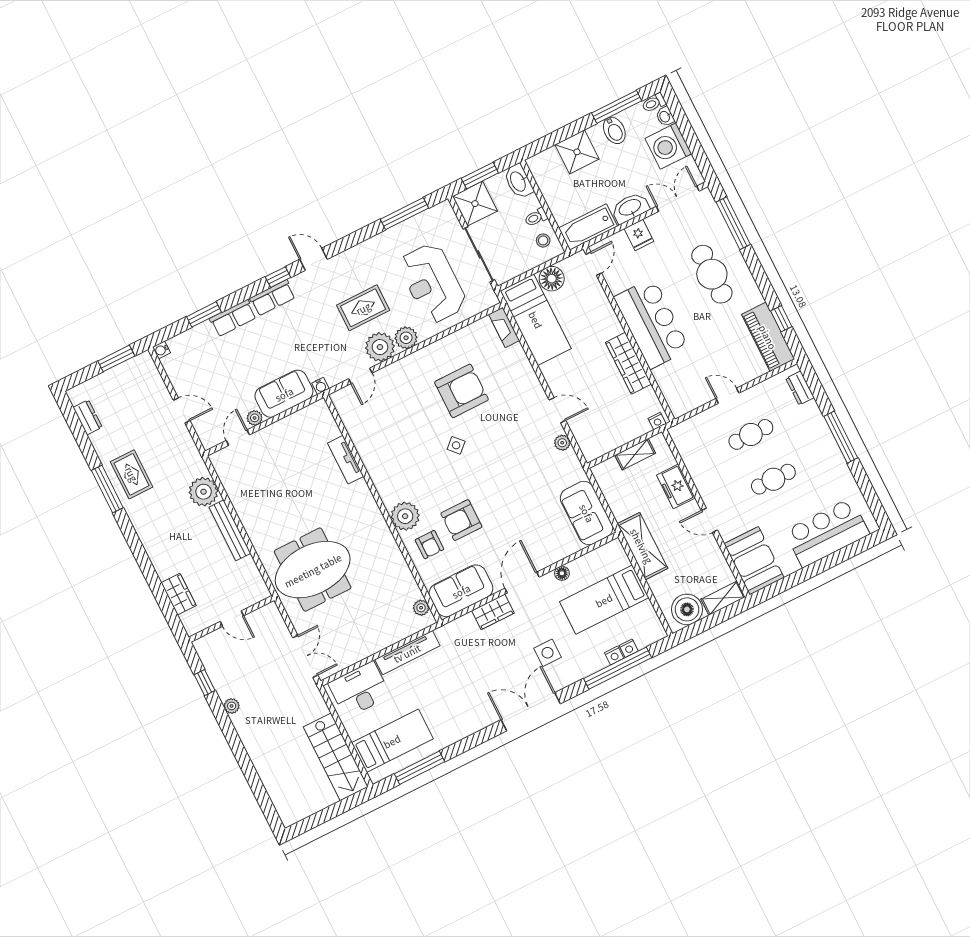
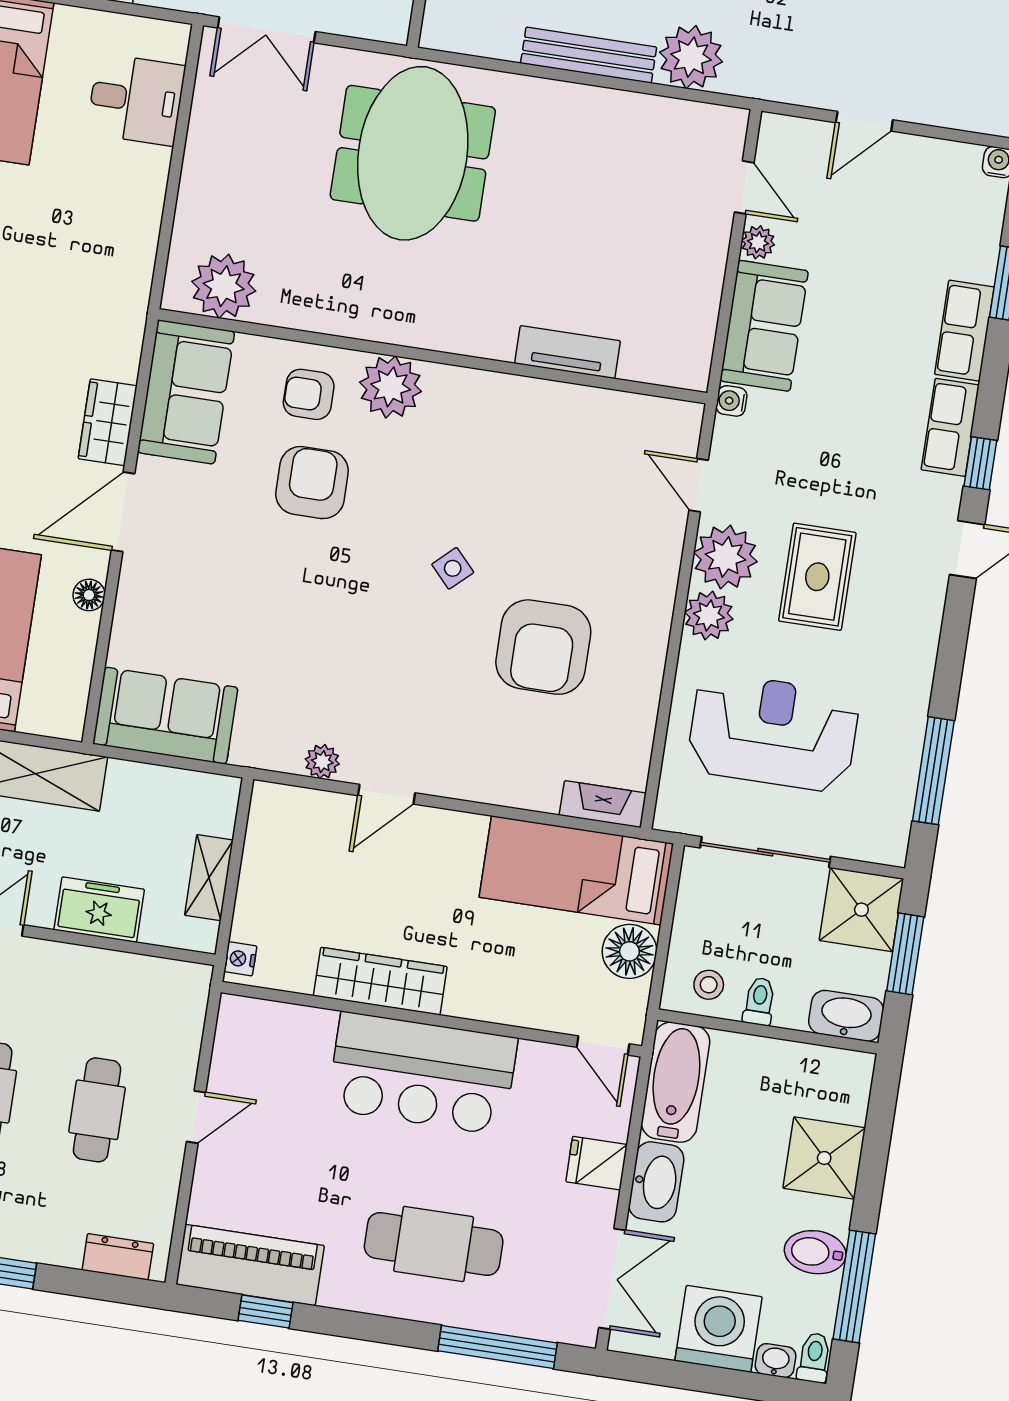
door: (522, 583) -> (123, 512), swing flipped
plant: (421, 608) -> (224, 286), width x1.88, depth x1.88
tv unit: (407, 653) -> (143, 217), removed
desk: (359, 690) -> (136, 99), width x0.73

